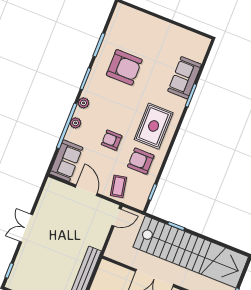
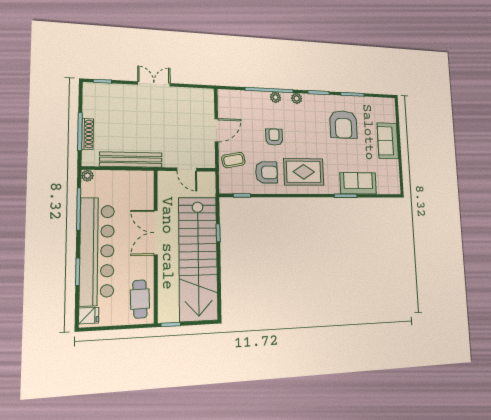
sofa: (66, 161) -> (388, 141), moved, turned 90
armchair: (141, 161) -> (266, 172), turned 90
door: (117, 217) -> (187, 169), moved

